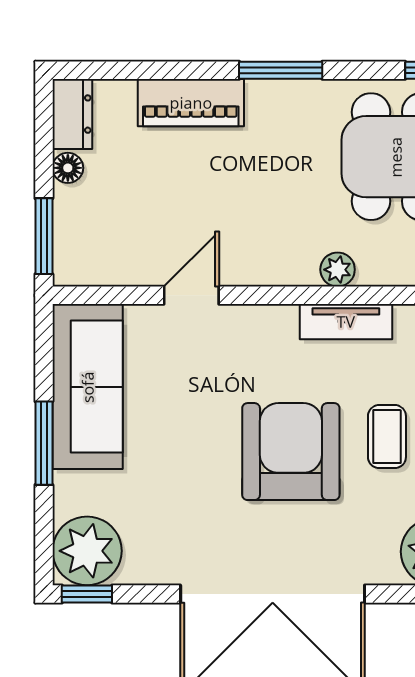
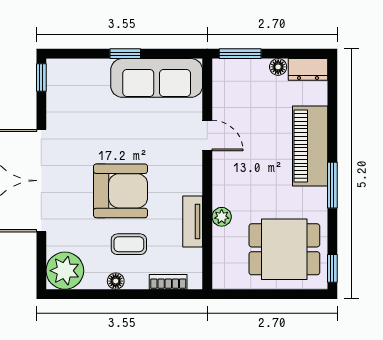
piano: (191, 103) -> (310, 146), width x1.37, depth x1.33
window: (44, 443) -> (125, 54), width x0.67
plant: (87, 551) -> (65, 78), removed

